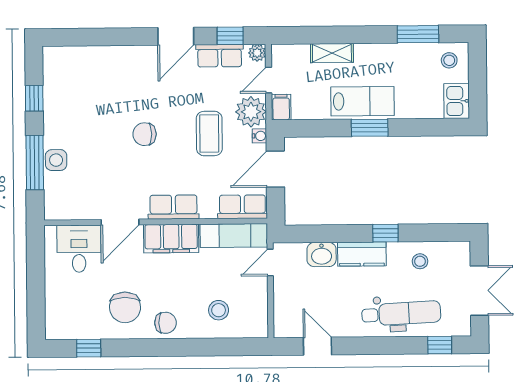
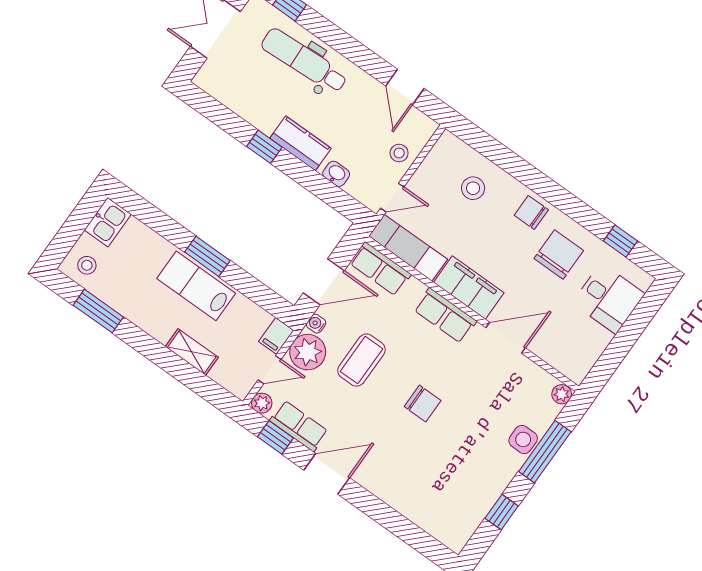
plant: (52, 211) -> (562, 394), added
desk: (79, 249) -> (608, 298), moved, turned -90
washbasin: (322, 255) -> (336, 174), width x0.72, depth x0.69
stool: (420, 261) -> (399, 153), moved

